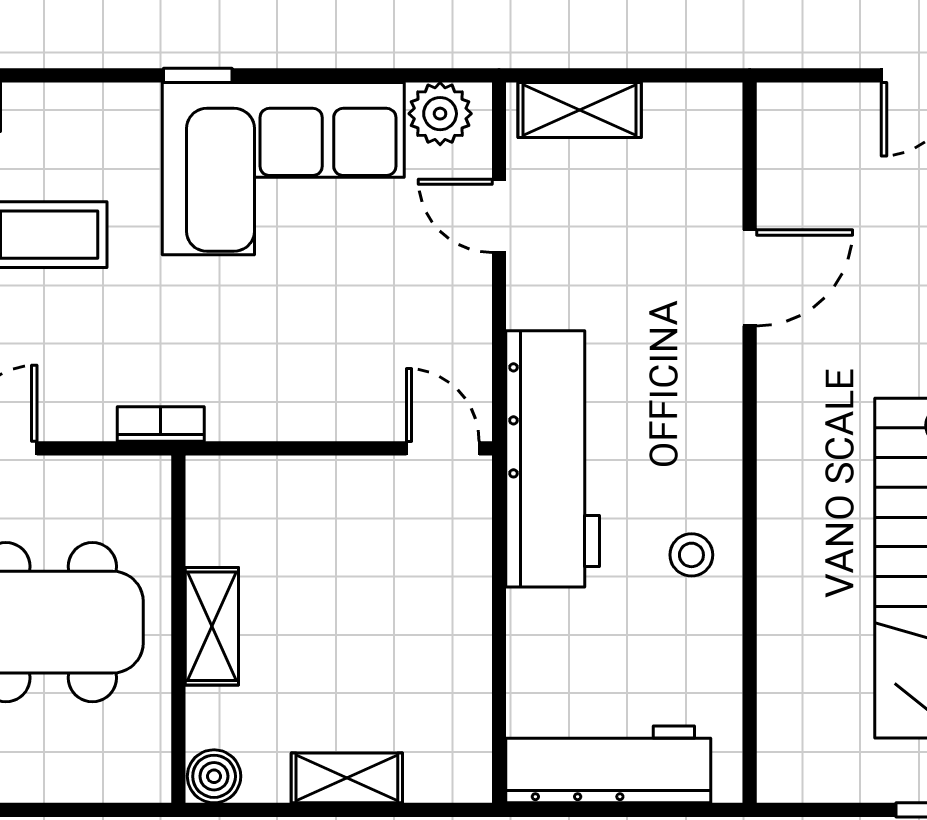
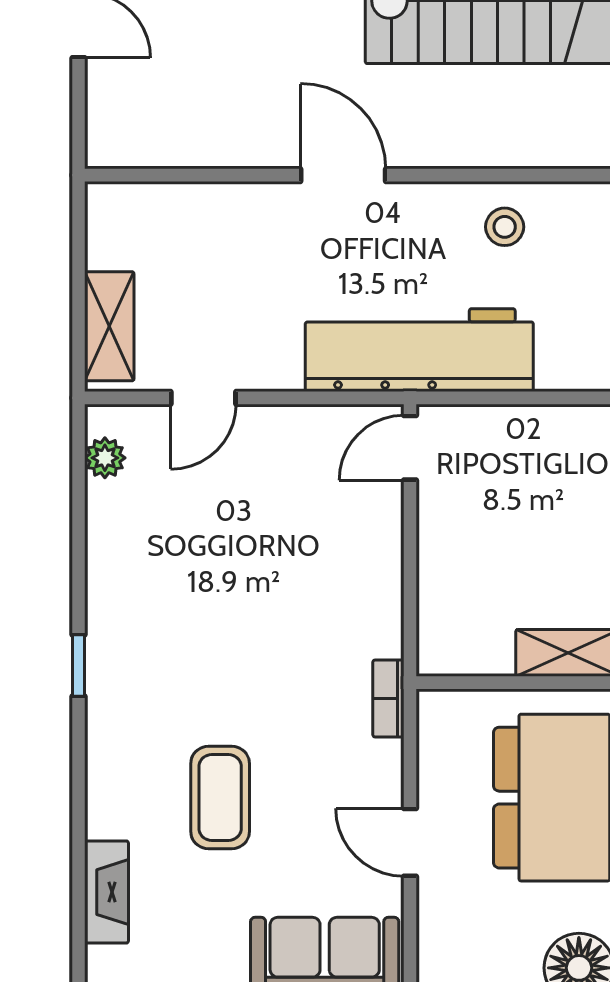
plant: (440, 114) -> (105, 458), width x0.73, depth x0.73
corner sofa: (283, 169) -> (161, 590), removed
door: (750, 278) -> (343, 175), moved

